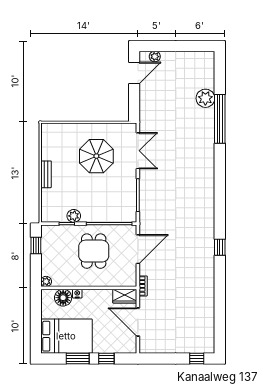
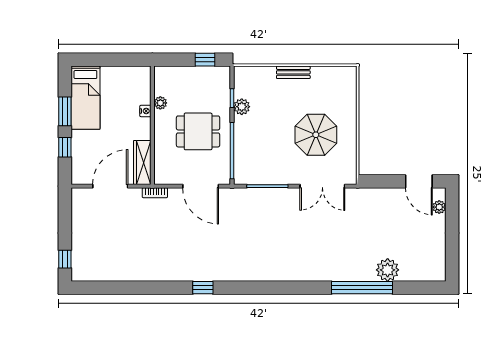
plant: (46, 281) -> (160, 103), moved
wardrobe: (125, 296) -> (142, 162), width x1.50
floor lamp: (63, 298) -> (140, 93), removed
bed: (66, 336) -> (85, 98), width x0.67

